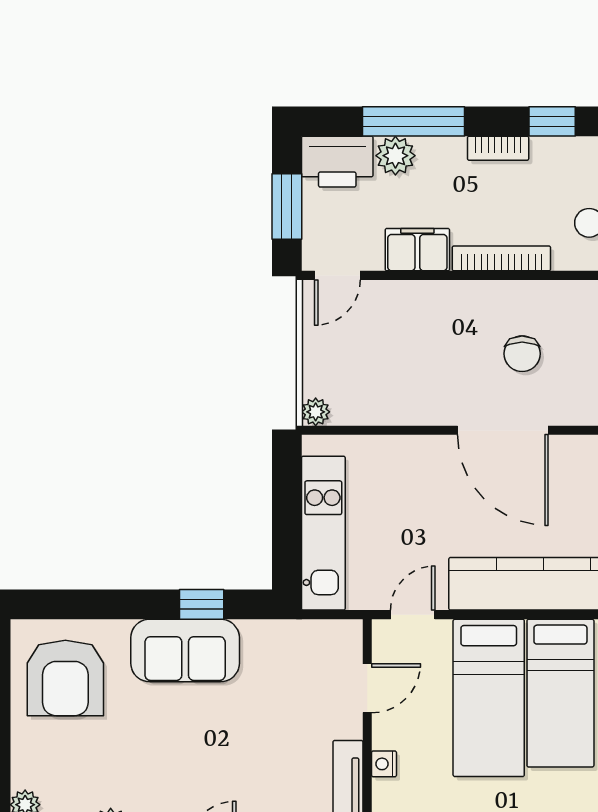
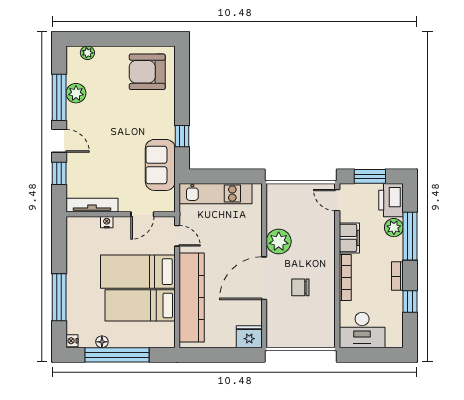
plant: (316, 412) -> (279, 241), moved, width x1.88, depth x1.88
sofa: (185, 650) -> (160, 165), moved
door: (367, 688) -> (142, 214), hinge flipped

